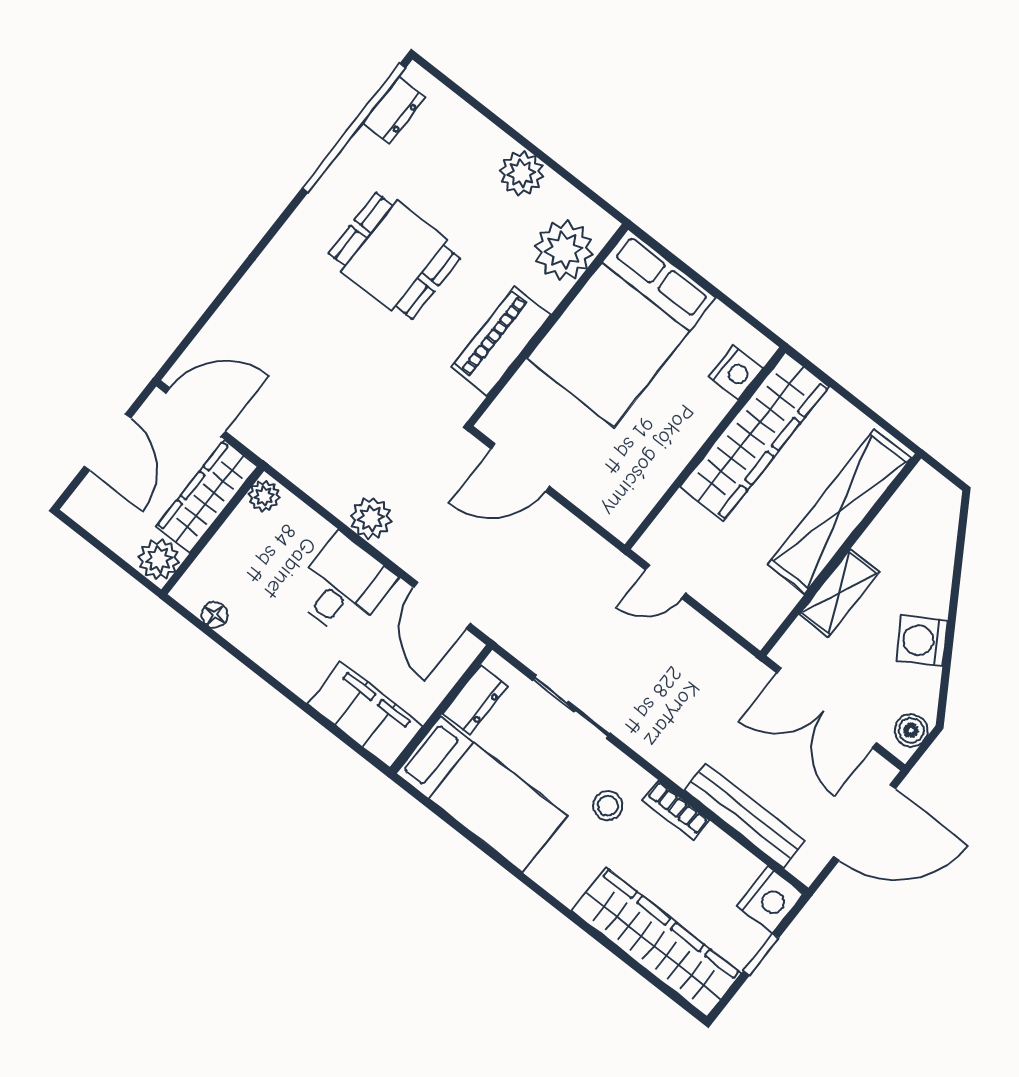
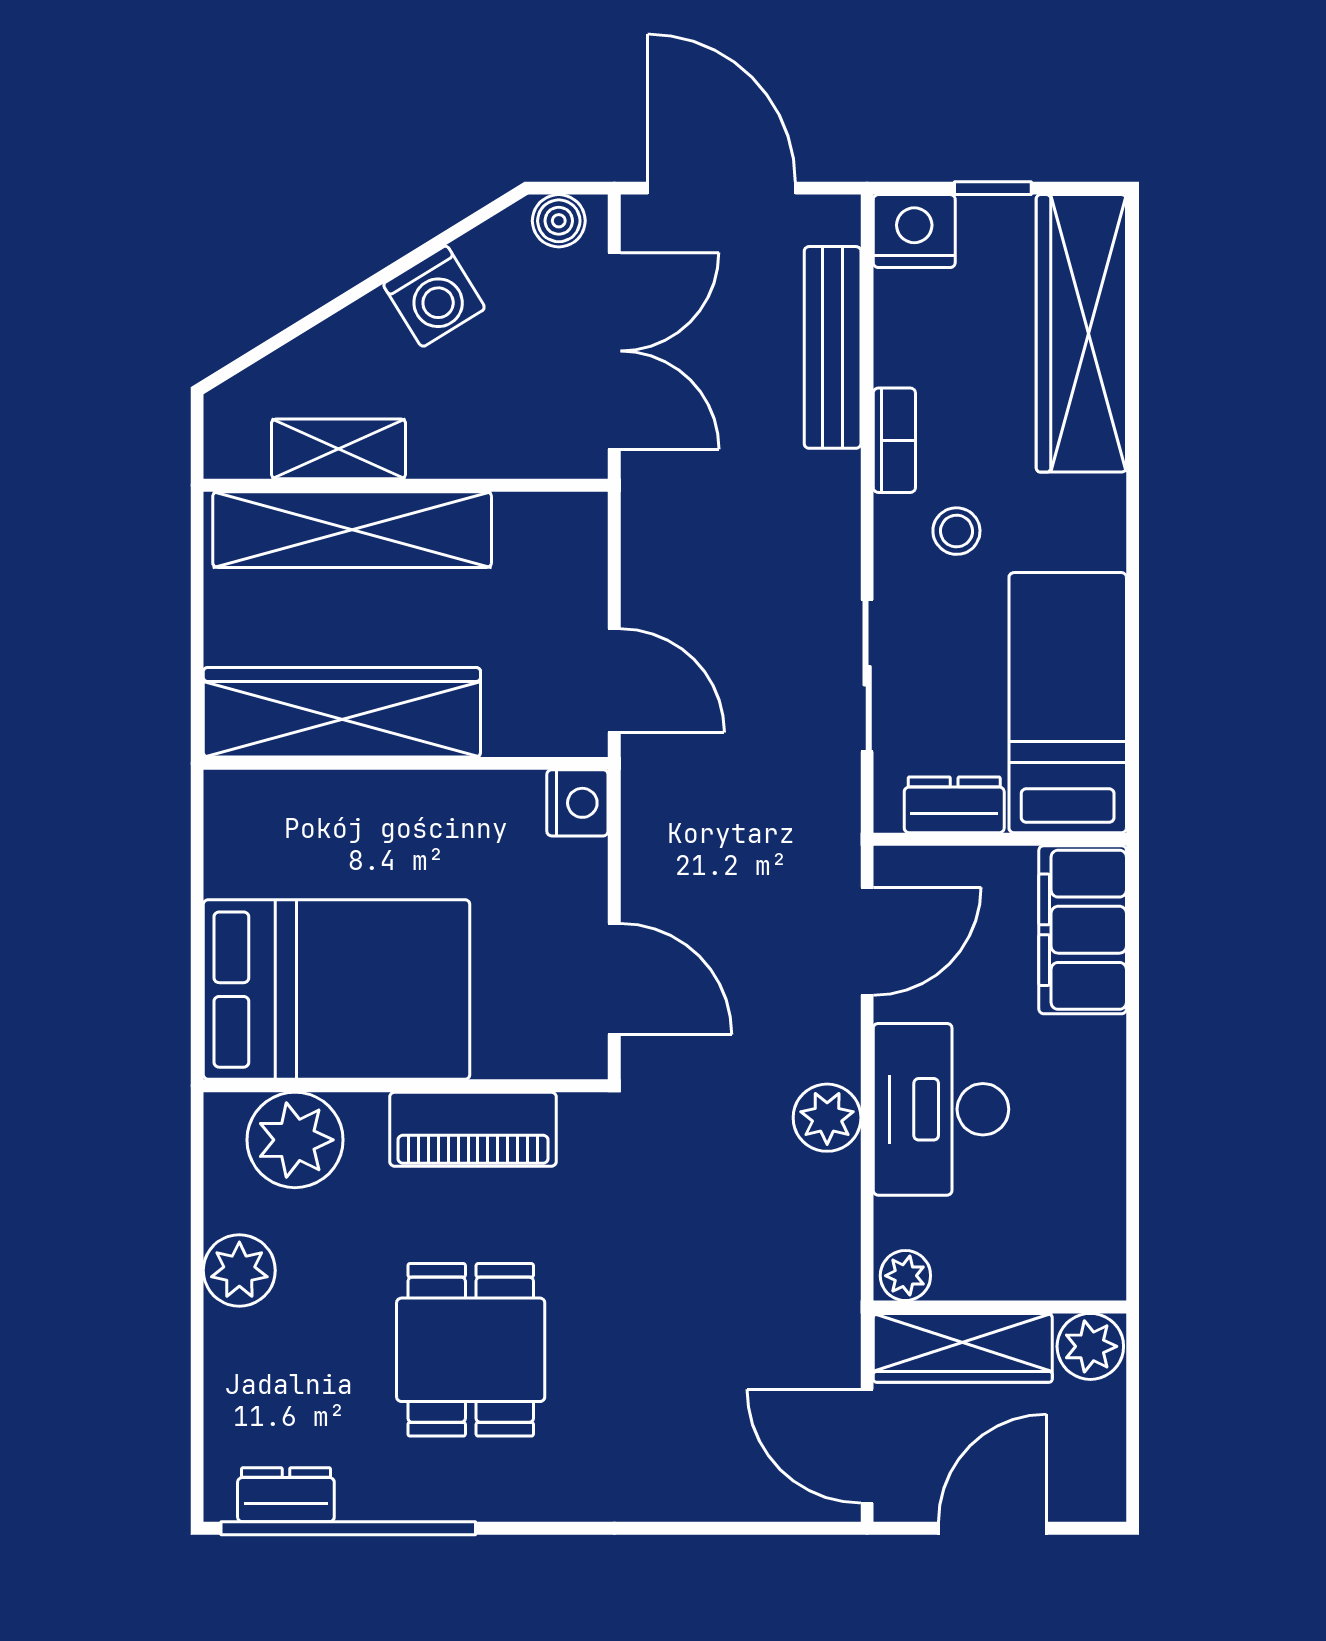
nightstand: (736, 372) -> (577, 803), moved, turned 90
door: (666, 582) -> (614, 681), width x1.38
desk: (343, 586) -> (941, 1109), width x1.37
shelving: (839, 593) -> (339, 449), moved
floor lamp: (215, 615) -> (1105, 1220), removed

